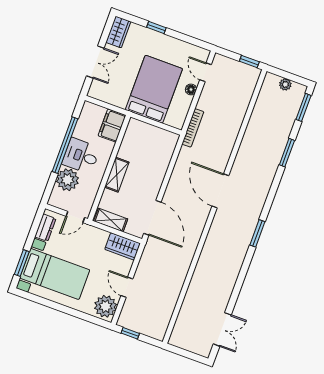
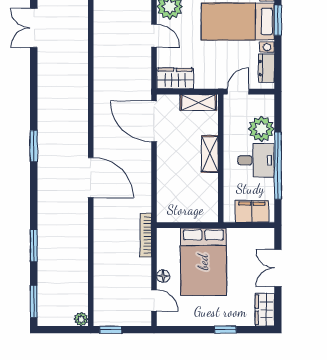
plant: (285, 84) -> (81, 319), moved
filing cabinet: (112, 126) -> (252, 211), moved, turned -90

